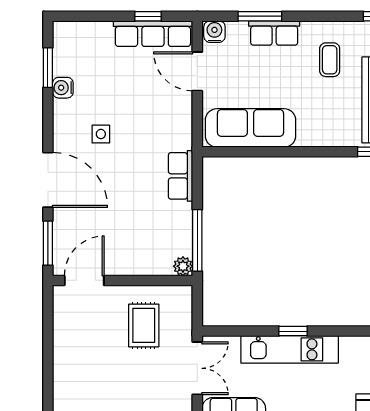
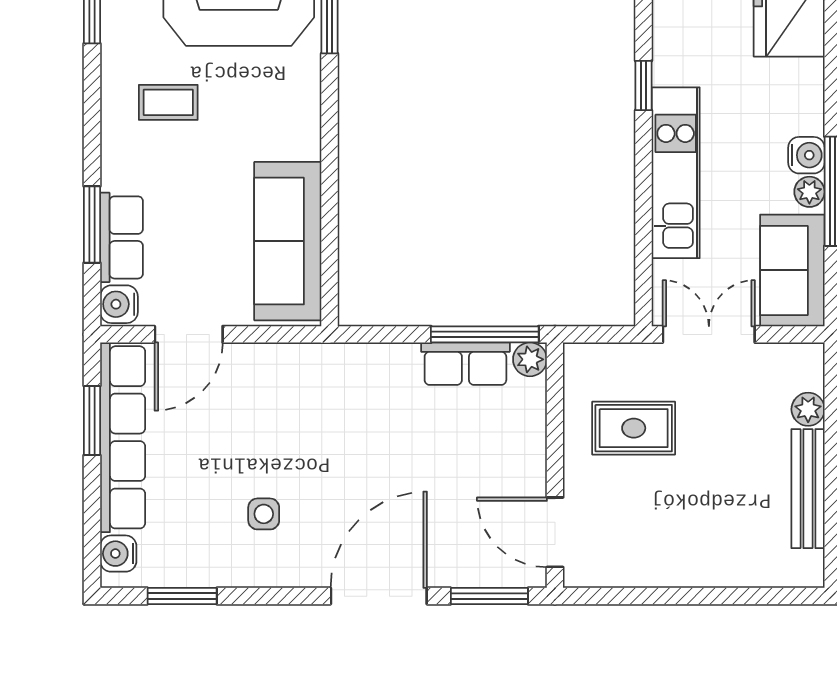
window: (148, 16) -> (92, 421), width x1.50
row of seats: (274, 33) -> (121, 237), moved
row of seats: (153, 34) -> (123, 437), width x1.36
water cooler: (63, 88) -> (118, 554), moved, turned 90
side table: (101, 134) -> (264, 514), moved
row of seats: (181, 176) -> (465, 364), moved
window: (293, 331) -> (643, 85), moved

